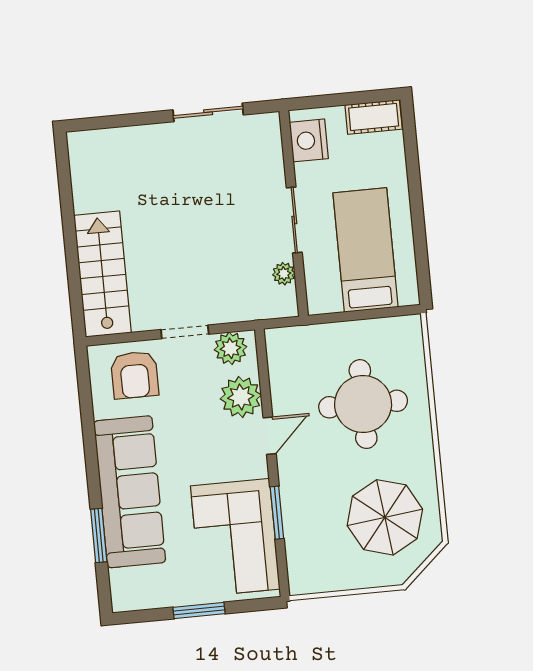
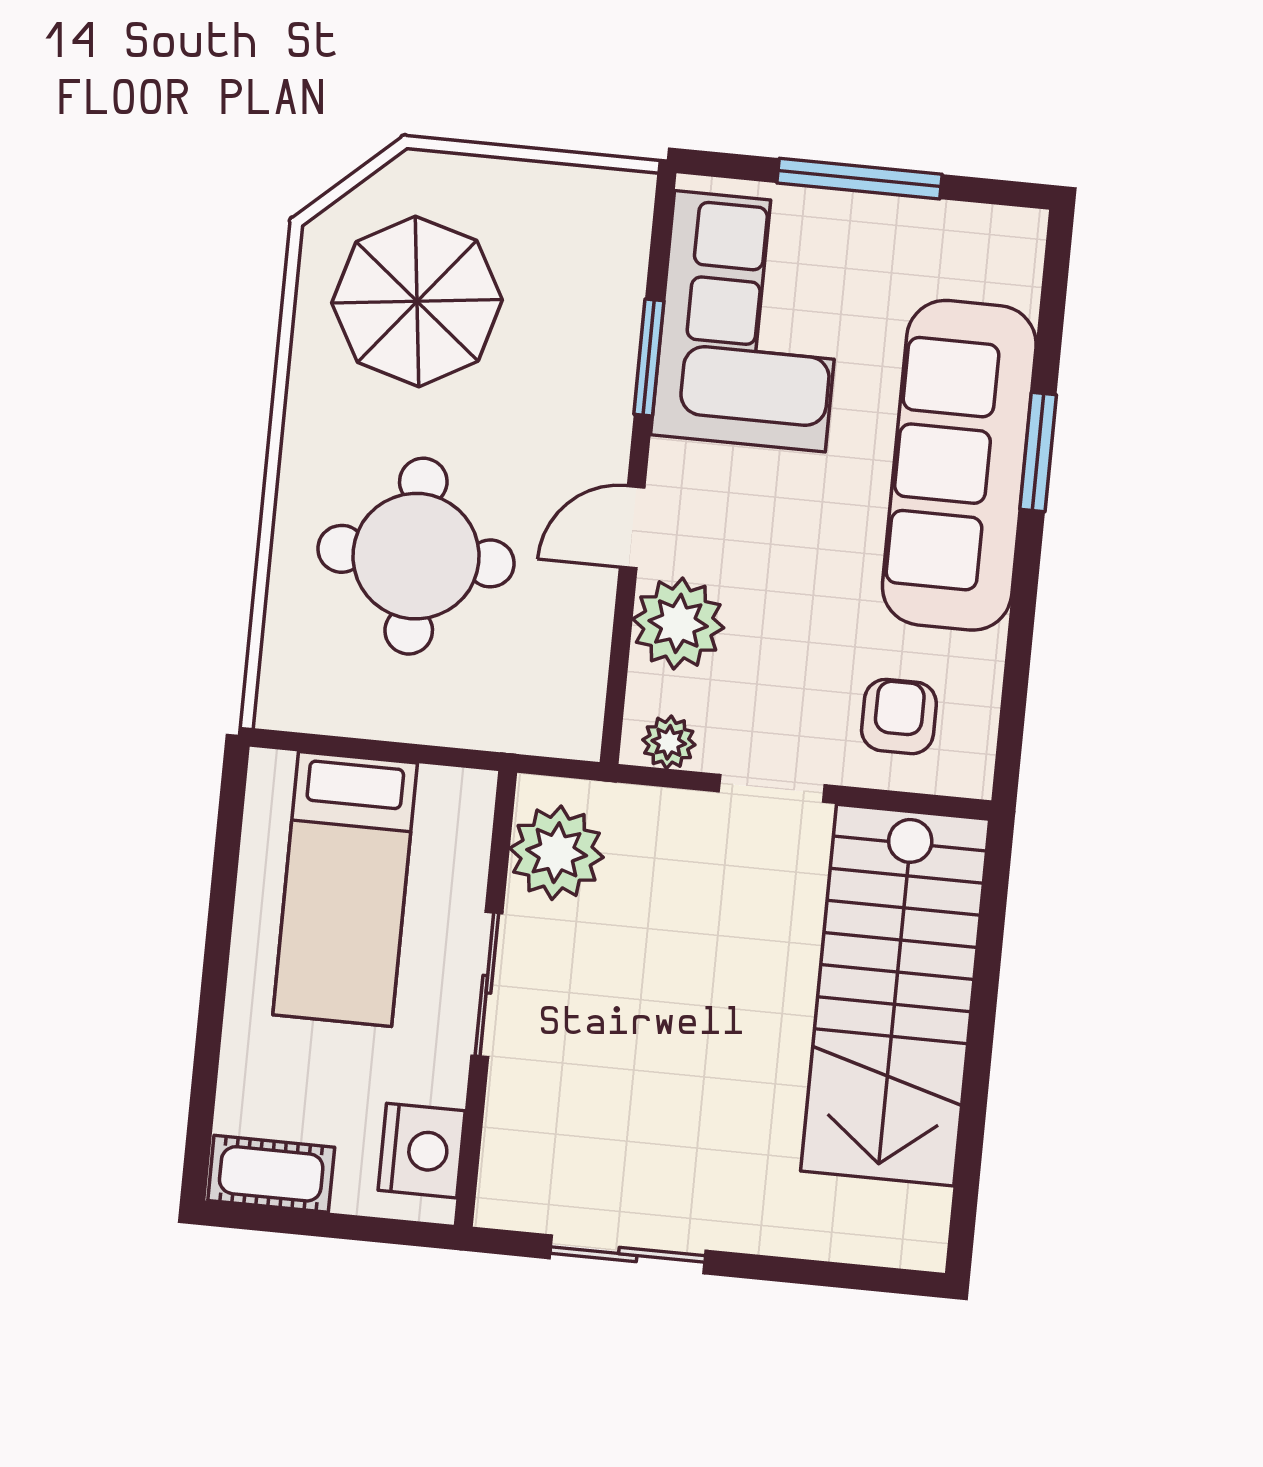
stairs: (102, 274) -> (895, 995), width x1.36, depth x1.51
plant: (284, 274) -> (557, 853), width x1.87, depth x1.87
plant: (230, 348) -> (669, 742), width x0.73, depth x0.73
armchair: (135, 375) -> (899, 717), width x0.72, depth x0.72
window: (99, 536) -> (1038, 452), moved
window: (199, 610) -> (859, 179), width x1.44

